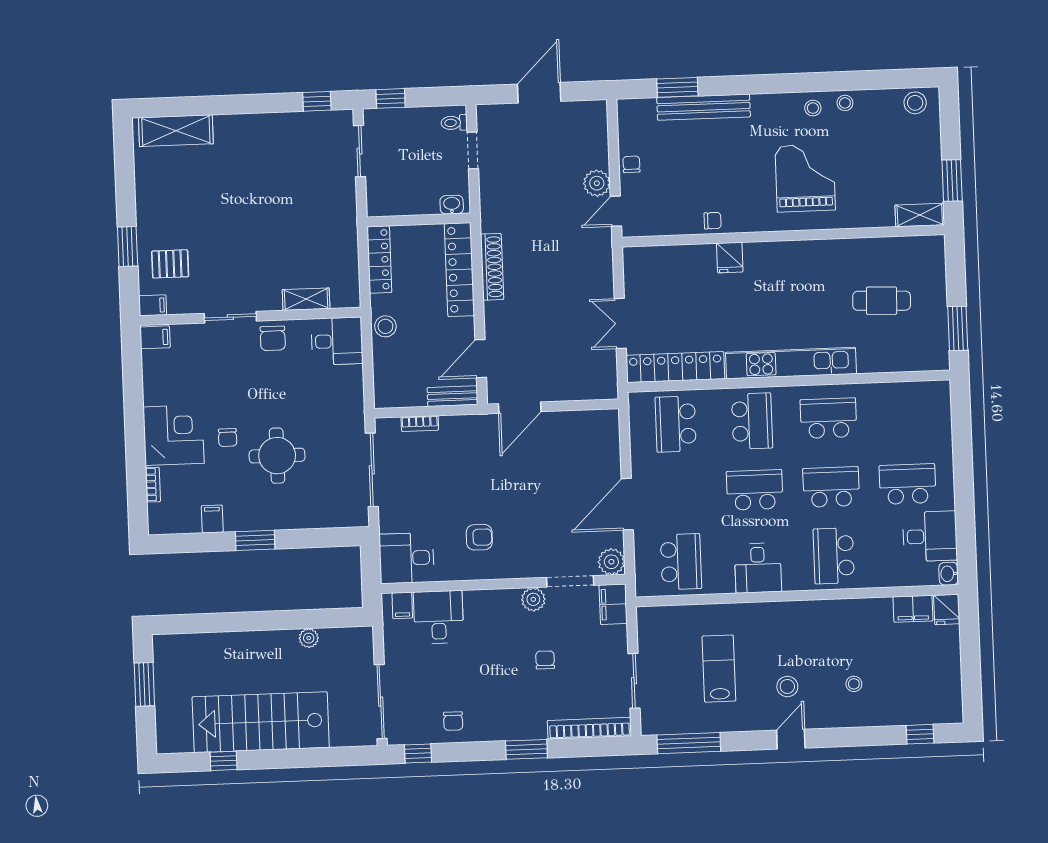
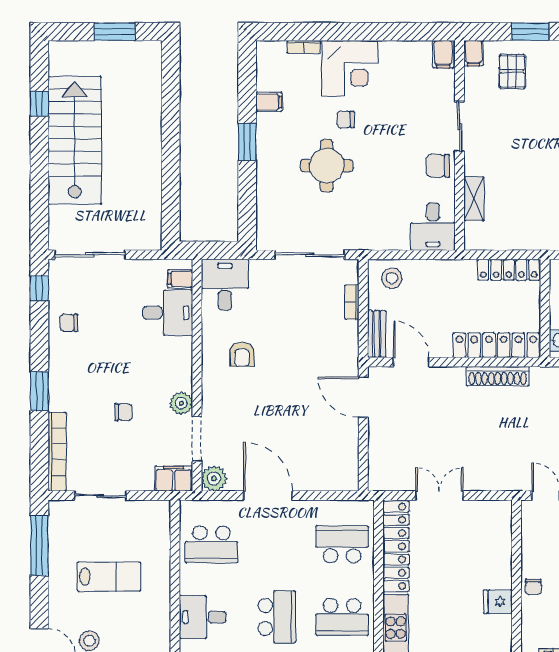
stool: (385, 326) -> (392, 278), moved
plant: (309, 638) -> (153, 189), removed

